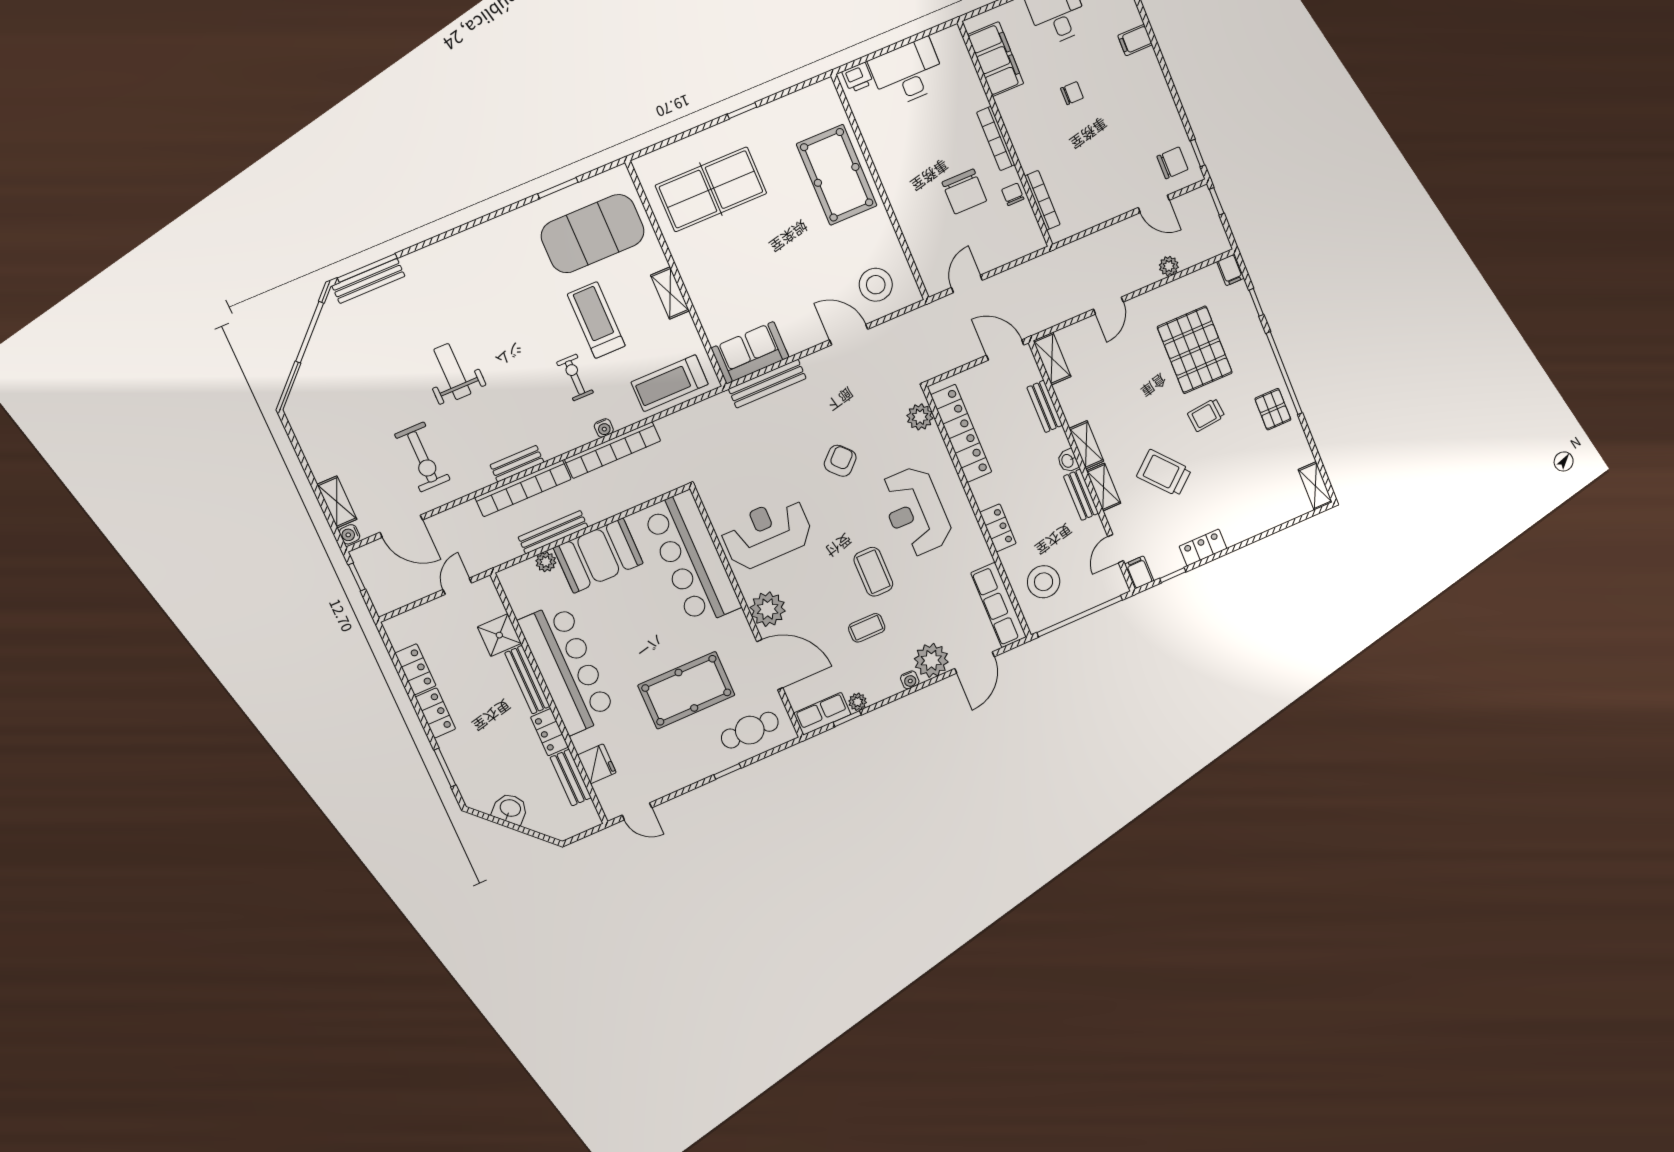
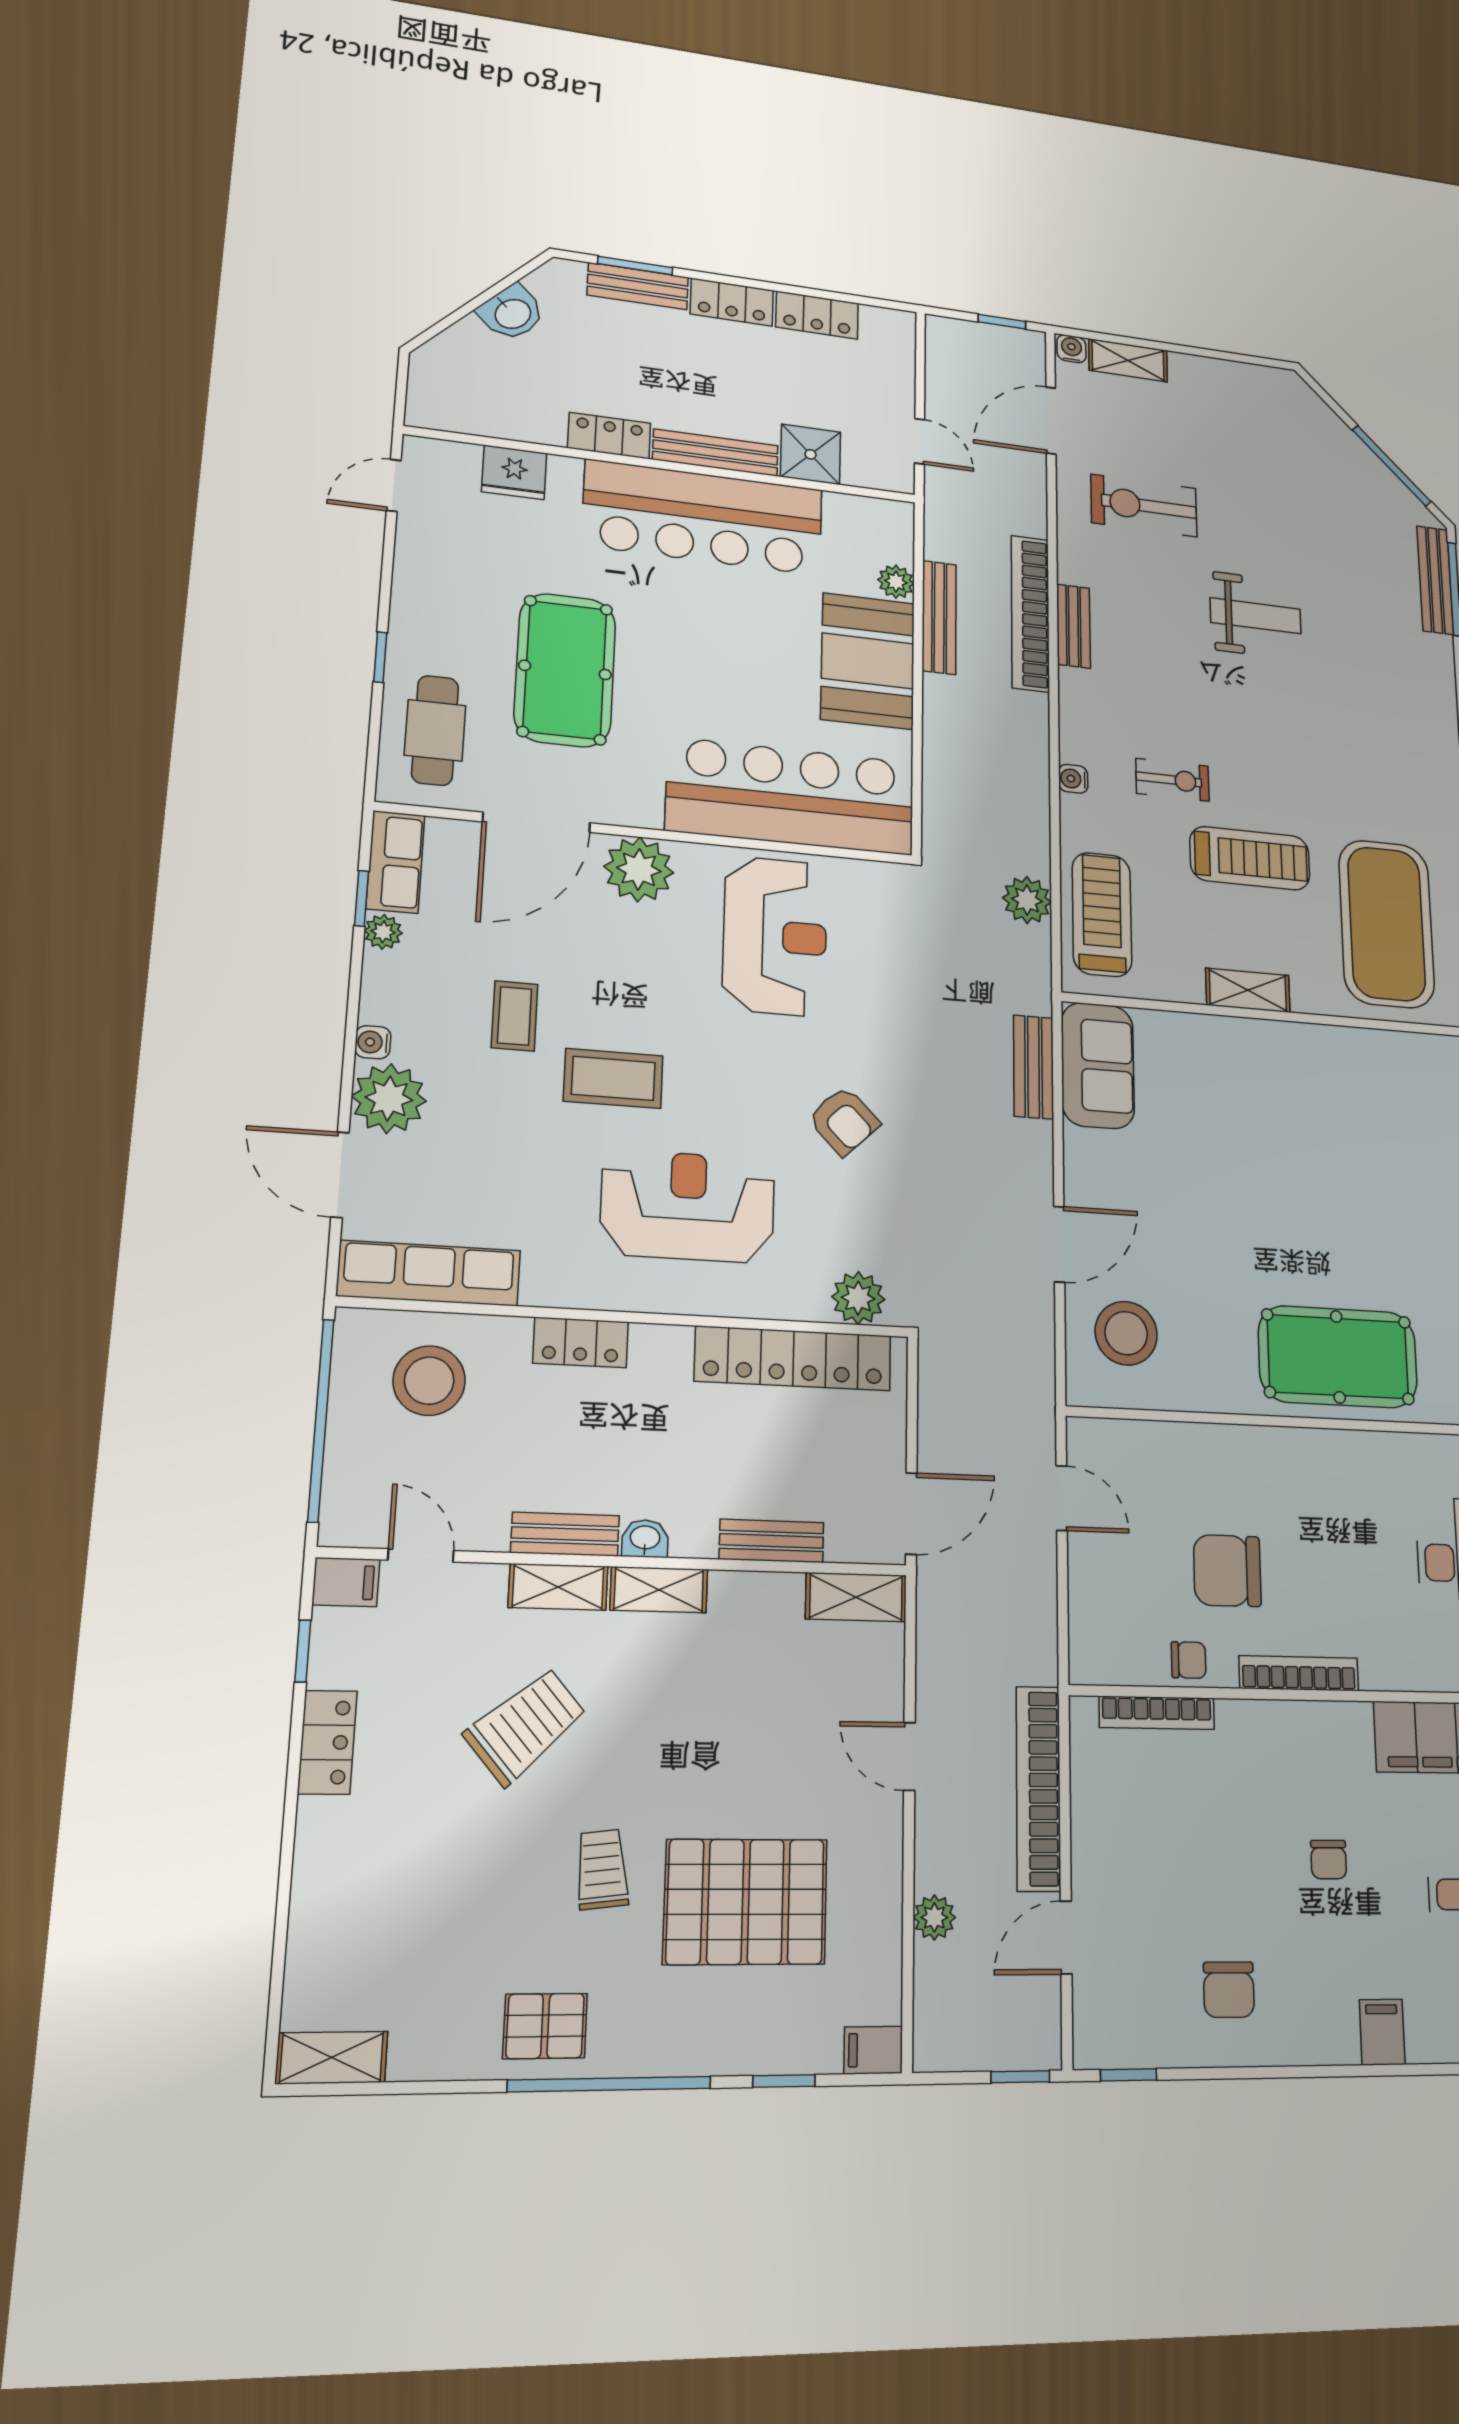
chair: (1172, 163) -> (1229, 1990), moved
table tennis table: (711, 189) -> (1389, 1139), removed
bench: (767, 384) -> (1033, 1067), width x0.73
plant: (682, 423) -> (1027, 900), added
bookcase: (613, 450) -> (1038, 1788), moved
bench: (571, 778) -> (638, 286), moved

